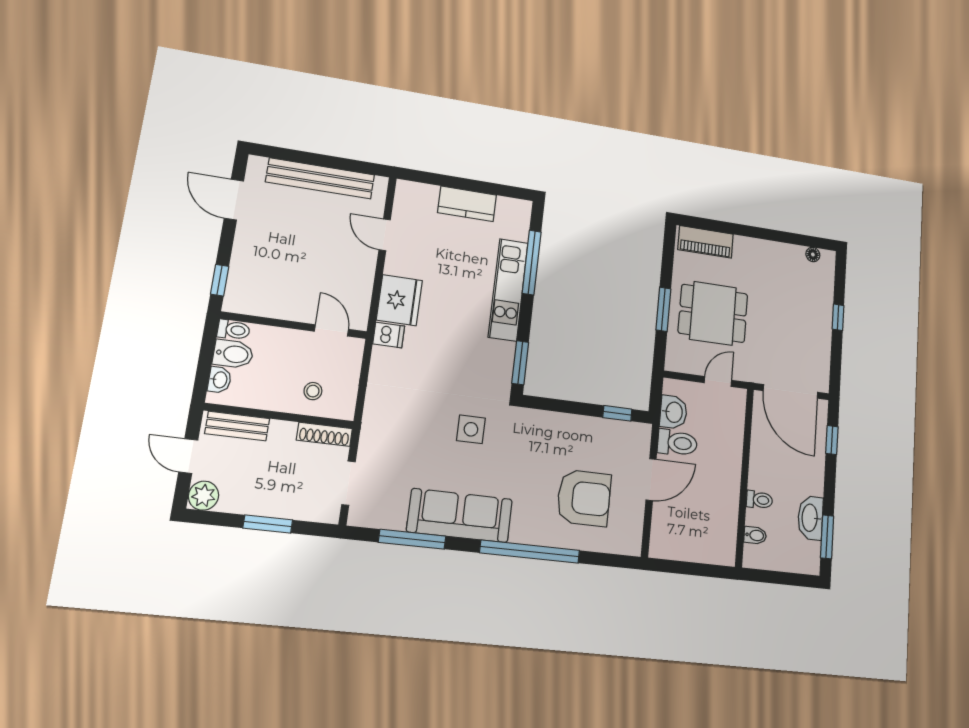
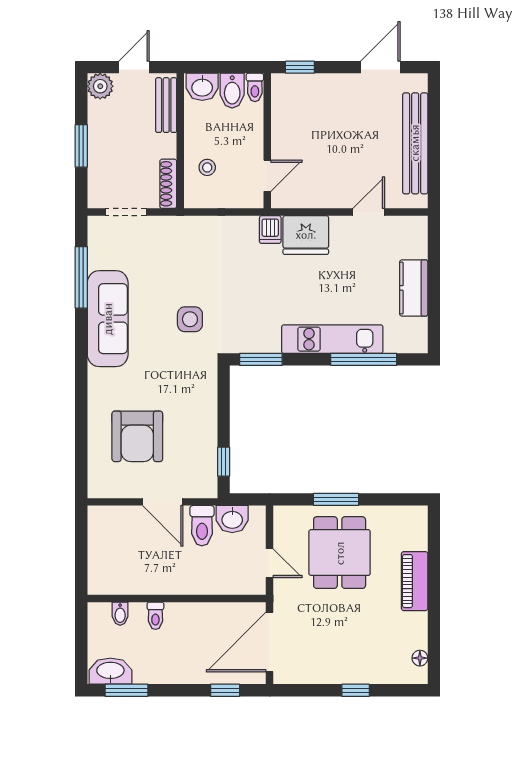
piano: (706, 242) -> (415, 581), moved
washbasin: (220, 380) -> (202, 87), width x1.38, depth x1.45
washbasin: (810, 518) -> (110, 671), moved
window: (530, 552) -> (81, 389), removed

